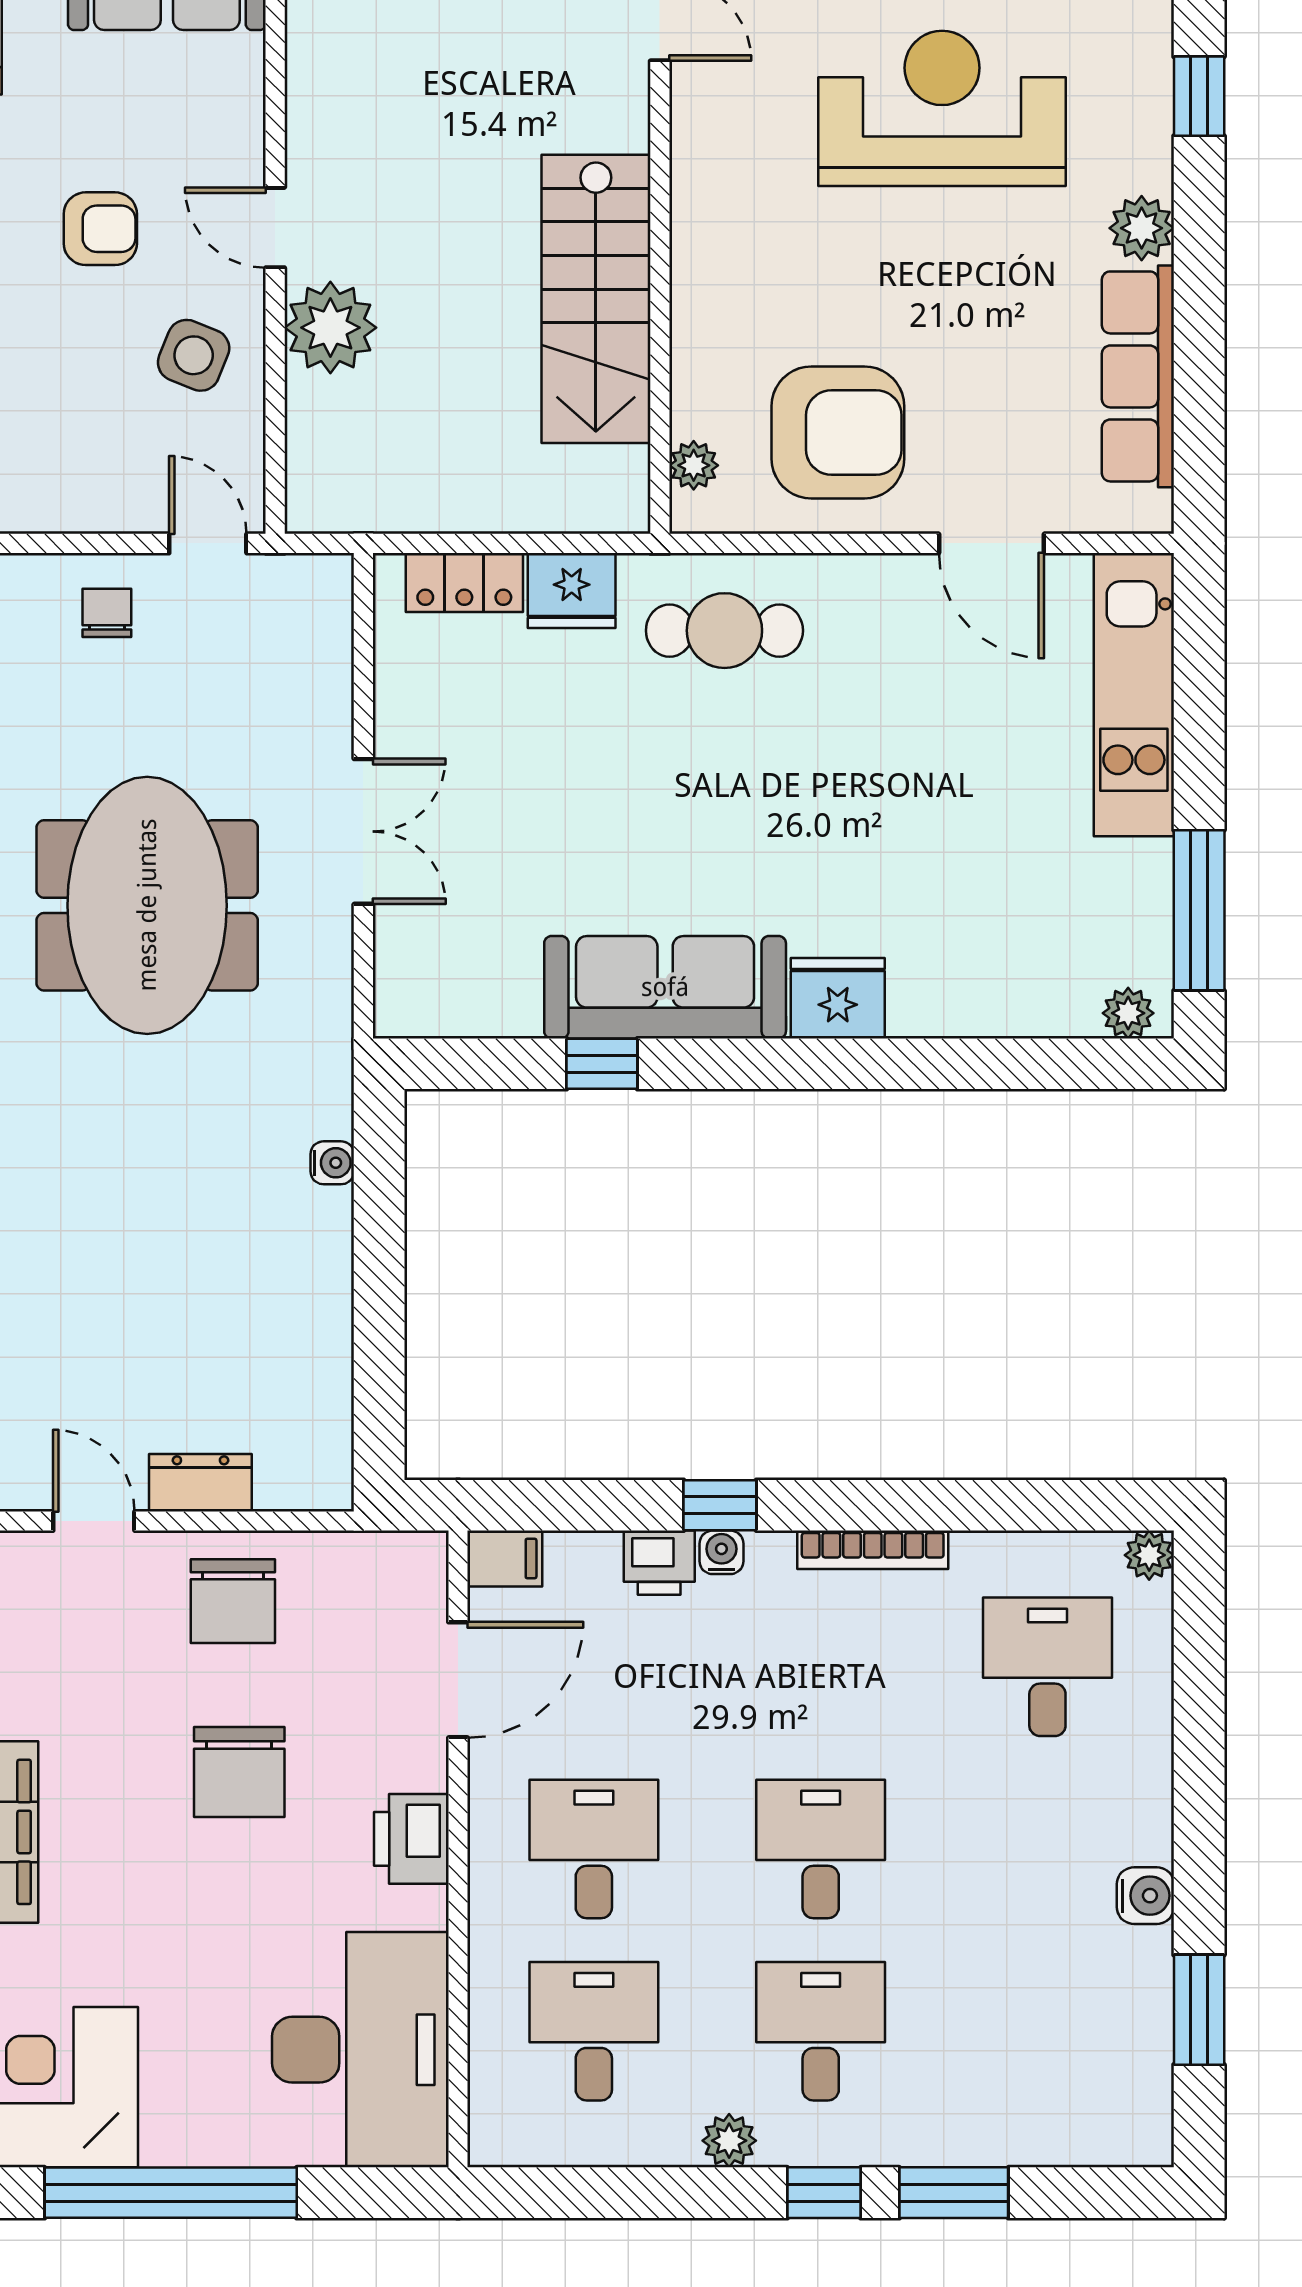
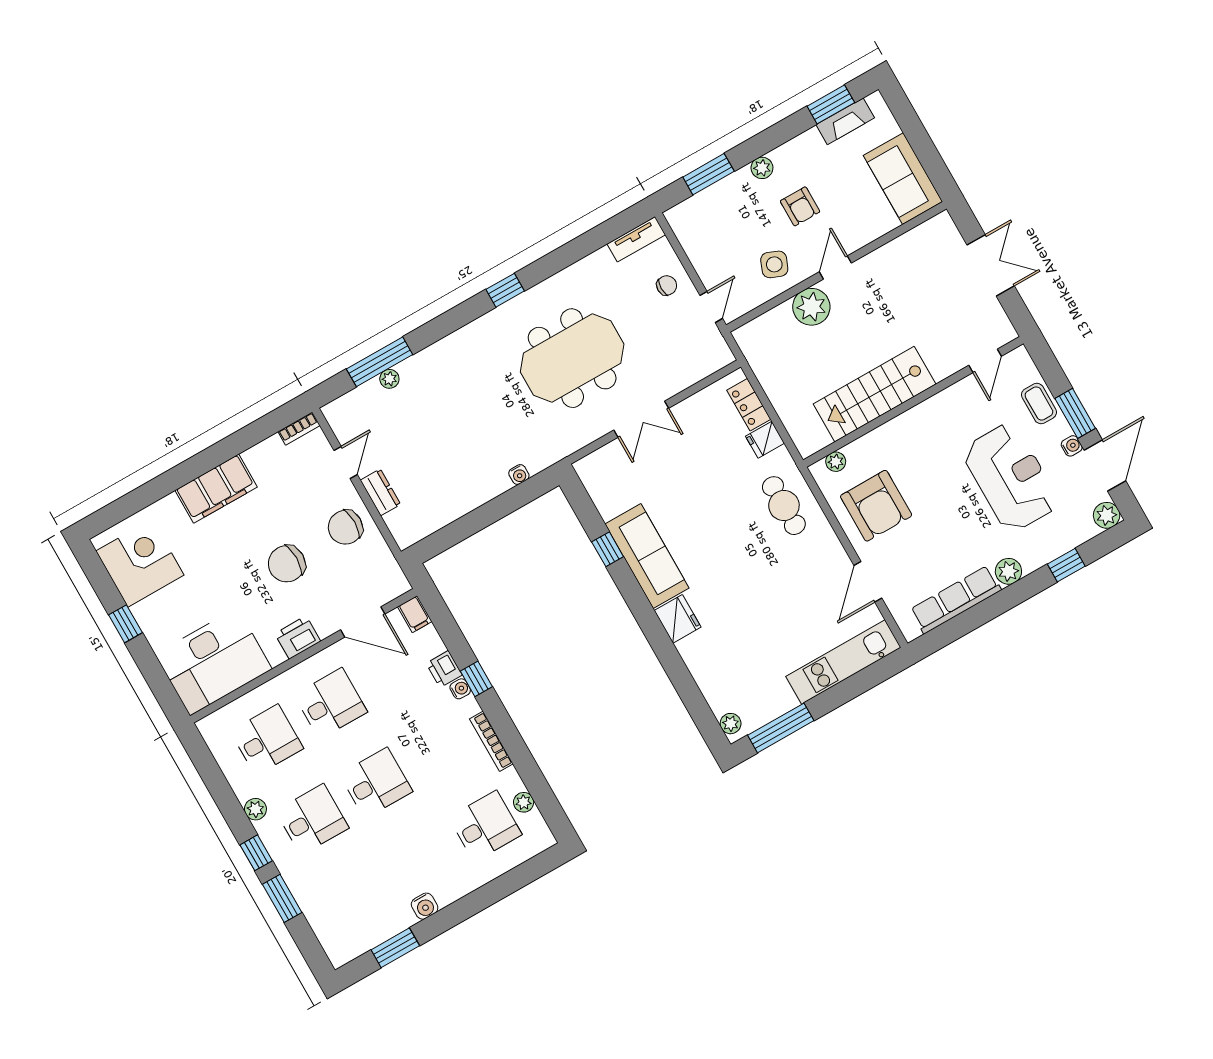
fridge: (572, 591) -> (765, 440), width x0.72
plant: (1149, 1555) -> (524, 802), moved
window: (171, 2193) -> (125, 624), width x0.32

